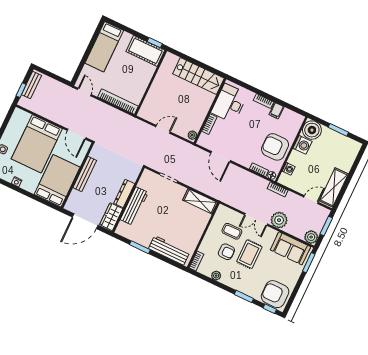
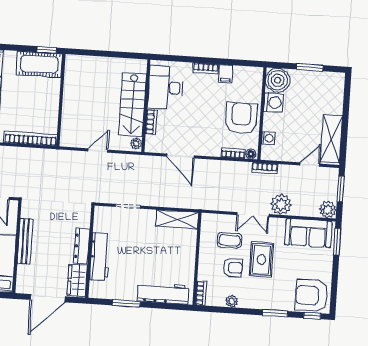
stairs: (198, 76) -> (132, 104), moved, turned 90
armchair: (275, 147) -> (241, 118), turned 90

